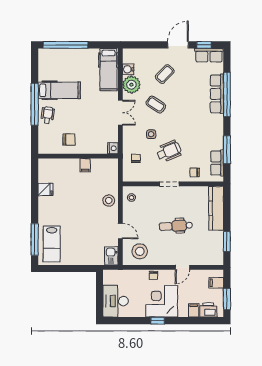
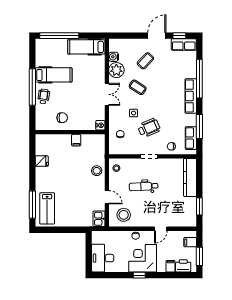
hospital bed: (108, 70) -> (86, 47), moved, turned 90
row of seats: (217, 94) -> (191, 96), moved
dental chair: (176, 226) -> (144, 186), moved

